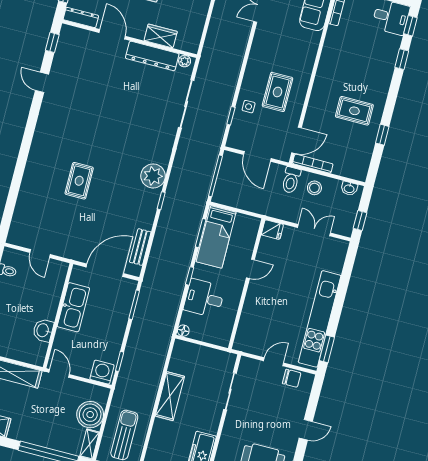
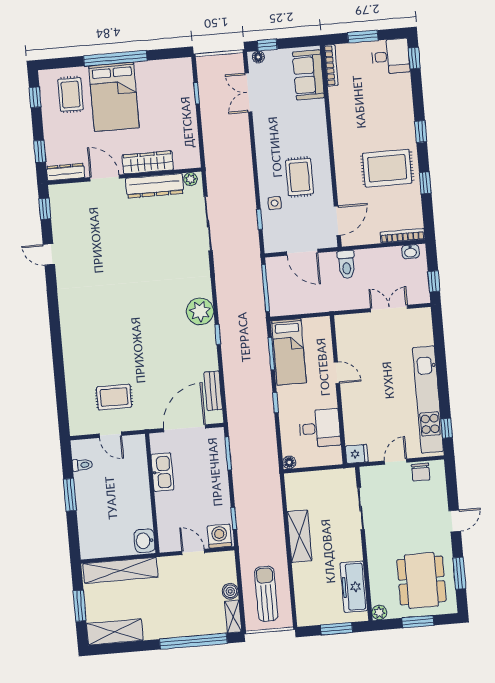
wardrobe: (161, 36) -> (148, 162), width x1.50
window: (402, 59) -> (421, 132), moved
rug: (354, 111) -> (387, 168), width x1.36, depth x1.43
bookcase: (313, 164) -> (403, 236), moved
rug: (79, 181) -> (114, 397), moved, turned 90
stool: (314, 188) -> (374, 264), removed
fridge: (272, 230) -> (357, 454), moved
door: (250, 269) -> (337, 373), hinge flipped
desk: (204, 298) -> (320, 428), moved, turned 180
kitchen sink: (73, 307) -> (162, 472), width x0.73, depth x0.81
washbasin: (43, 330) -> (144, 541), moved
window: (327, 349) -> (447, 428), width x0.67
door: (59, 373) -> (193, 552), moved
chair: (292, 378) -> (421, 472), turned 90
boiler: (90, 415) -> (230, 591), width x0.54, depth x0.54

